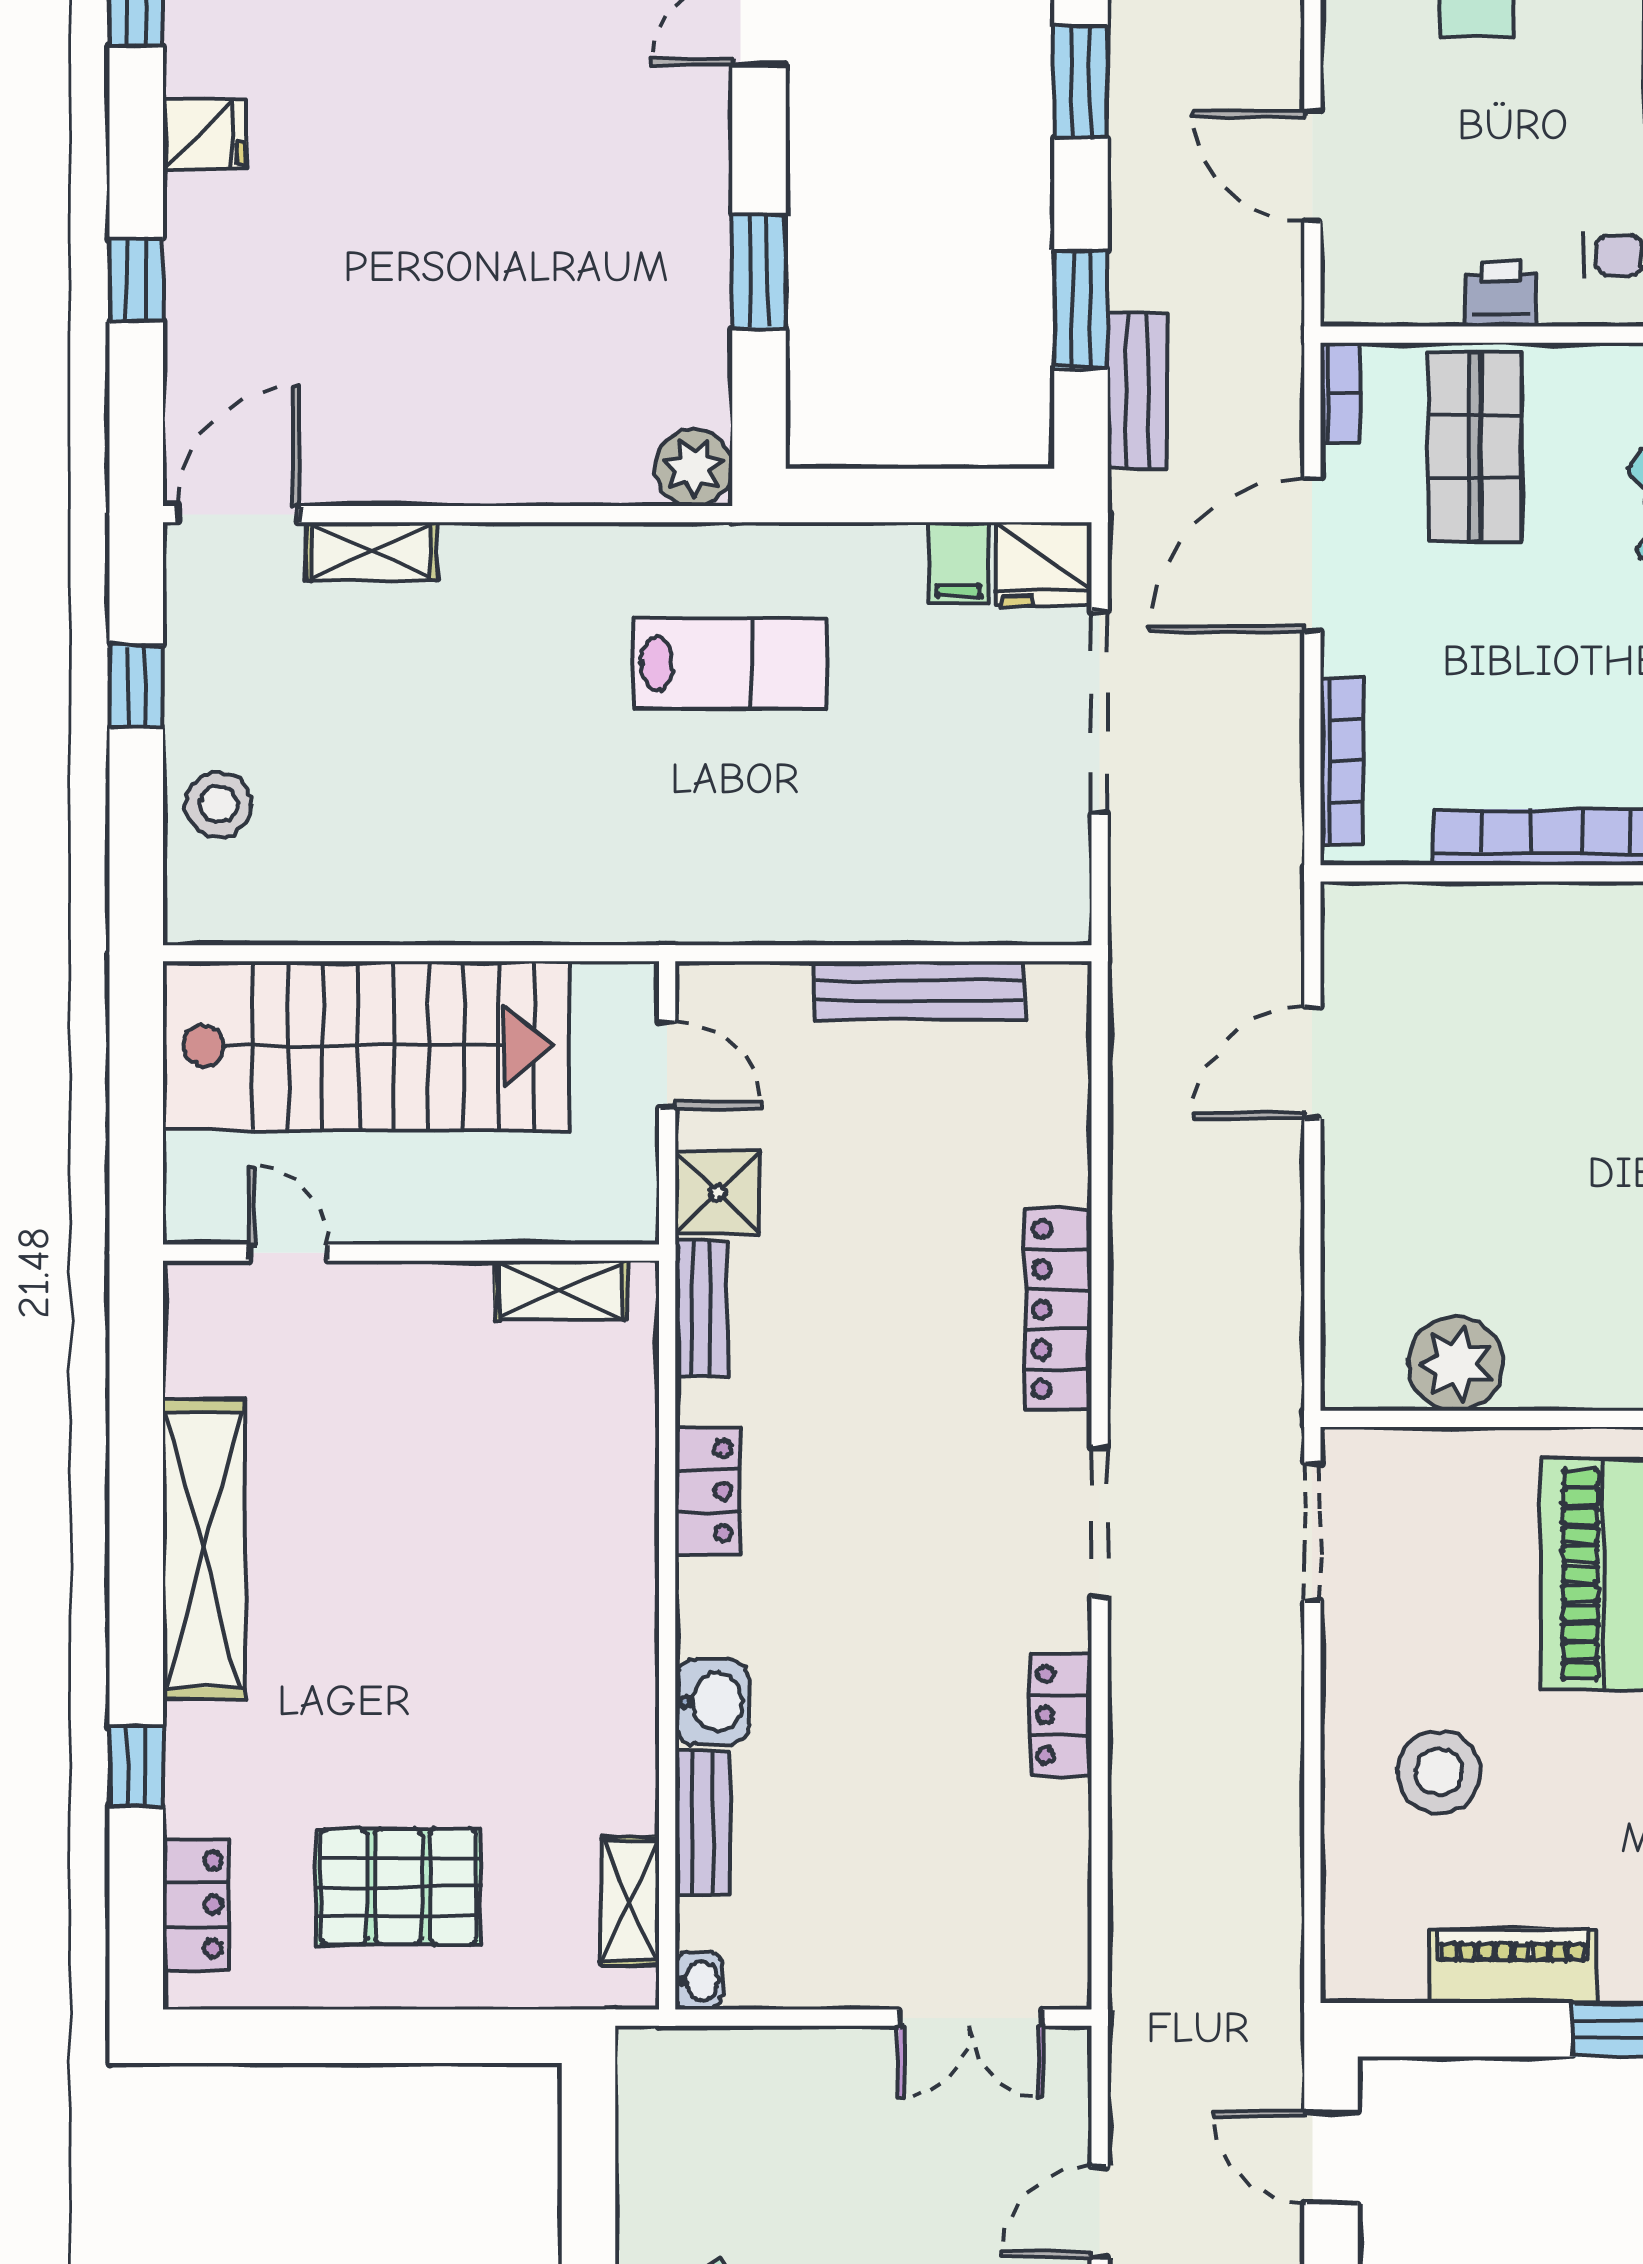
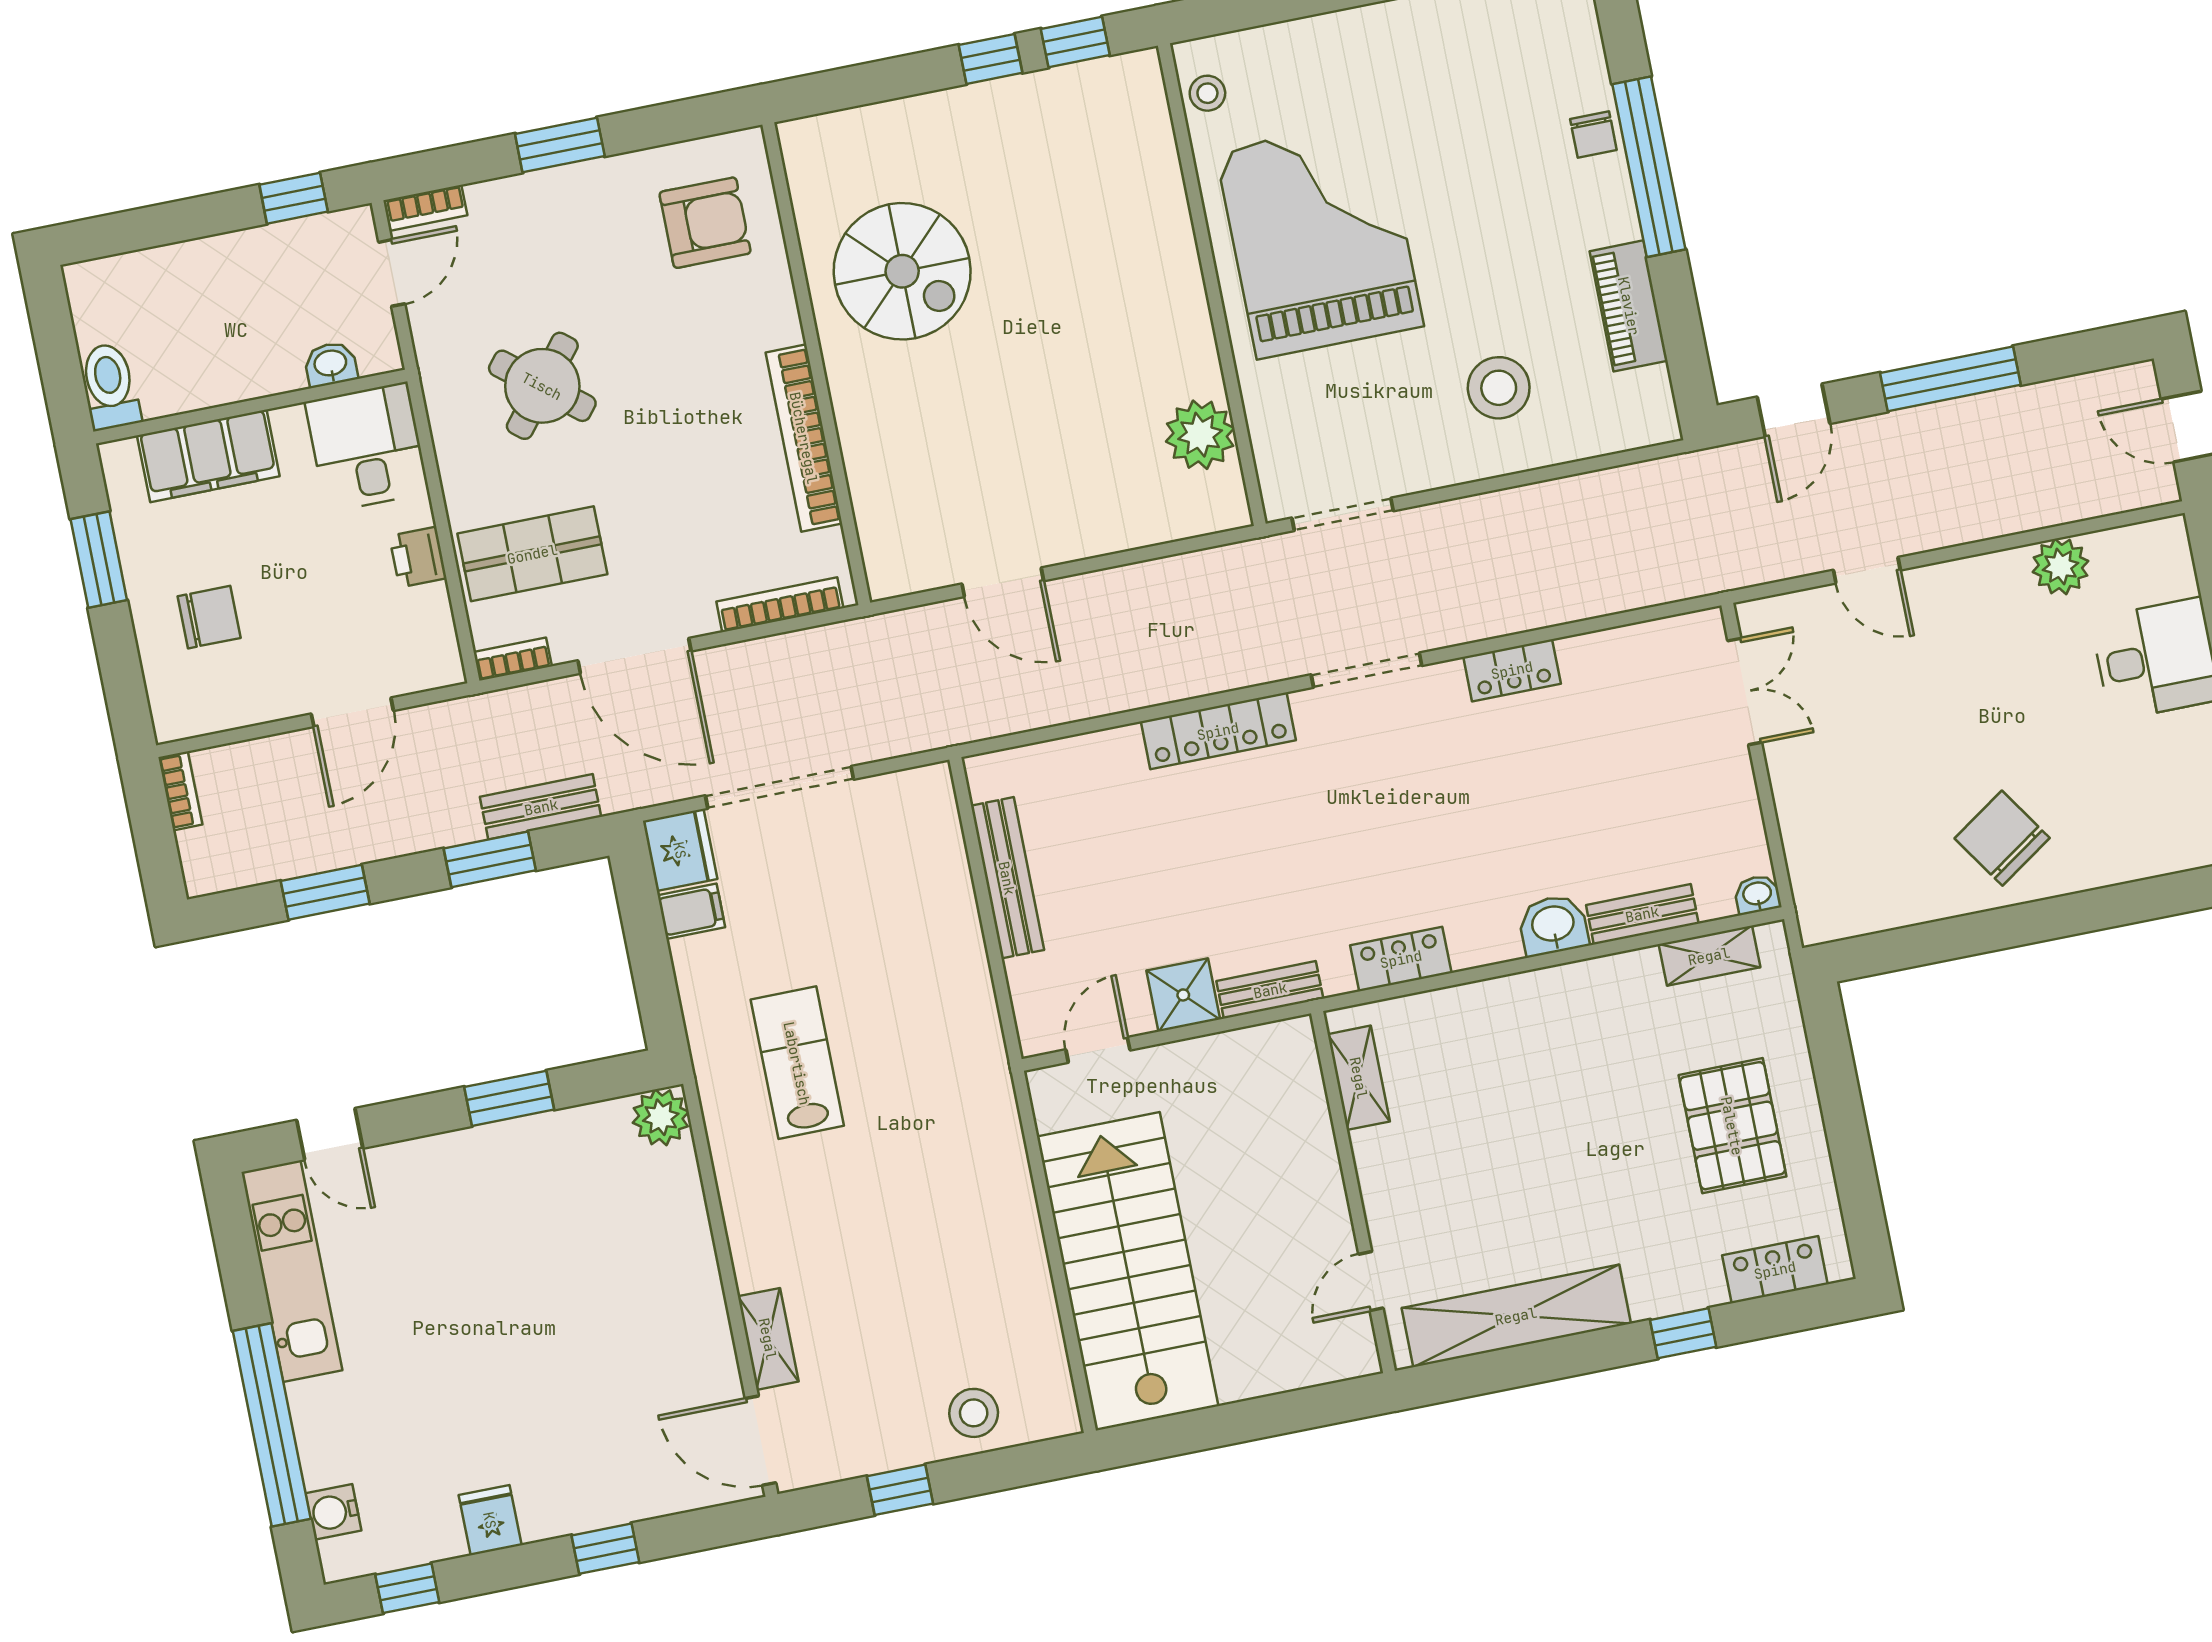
door: (288, 1253) -> (1371, 1281), moved
wall: (411, 1253) -> (1353, 1192), moved
shelving: (561, 1290) -> (1359, 1078), moved

